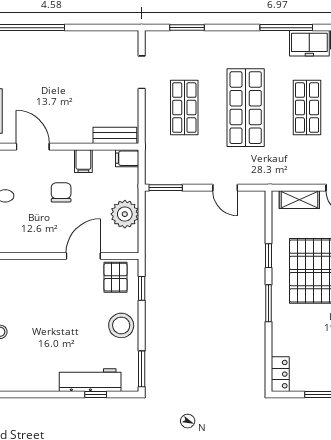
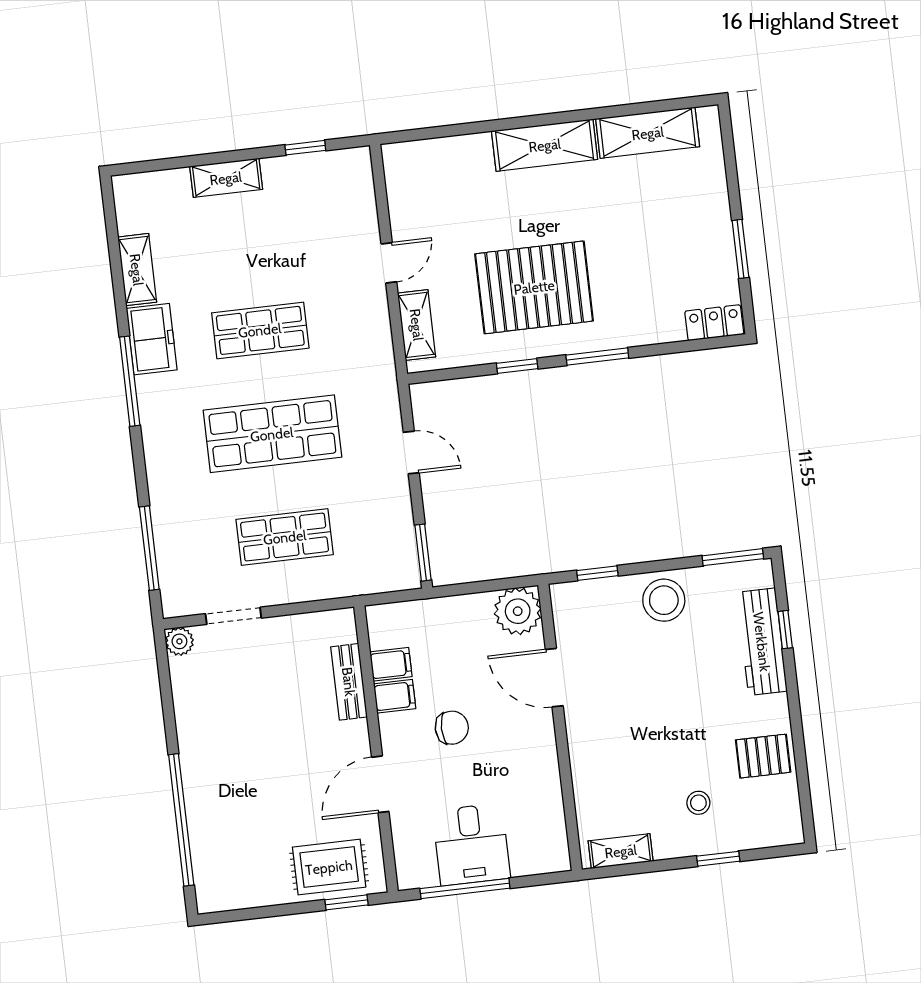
window: (187, 28) -> (149, 548), width x1.44
plant: (130, 39) -> (179, 641), added
bench: (115, 135) -> (349, 682), moved
filing cabinet: (127, 158) -> (391, 664), moved, turned -90
door: (225, 188) -> (411, 453), hinge flipped
chair: (61, 192) -> (452, 728), turned 180
plant: (125, 214) -> (518, 611), moved
pallet: (116, 277) -> (763, 756), moved

